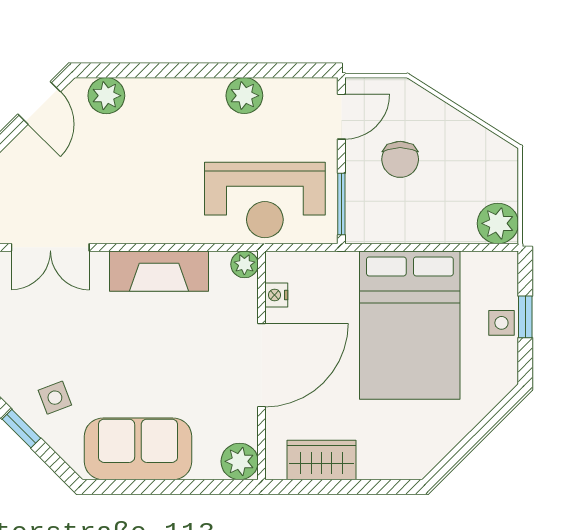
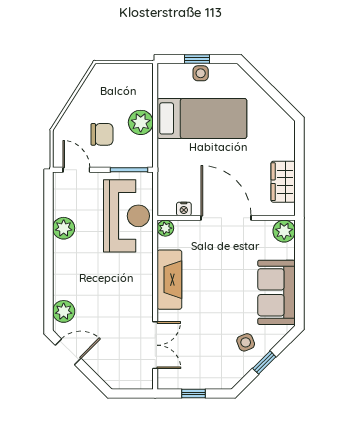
plant: (498, 223) -> (141, 122), moved
bed: (410, 325) -> (202, 118), width x0.67

